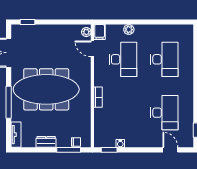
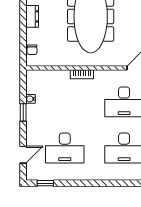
window: (69, 150) -> (23, 41), removed
window: (109, 150) -> (23, 112), moved

